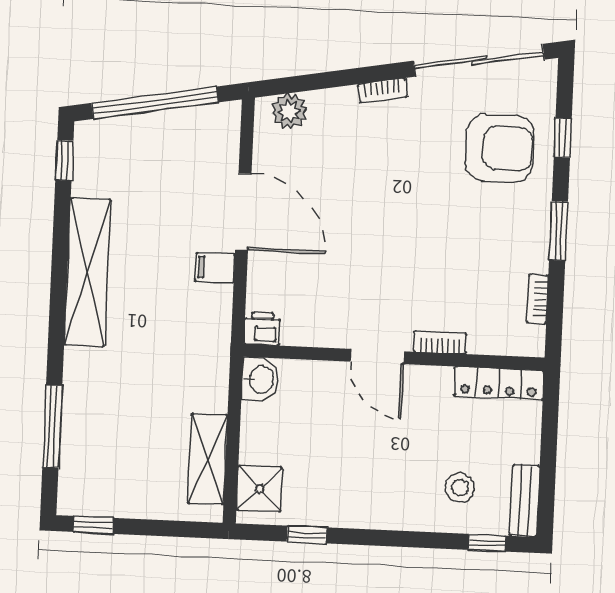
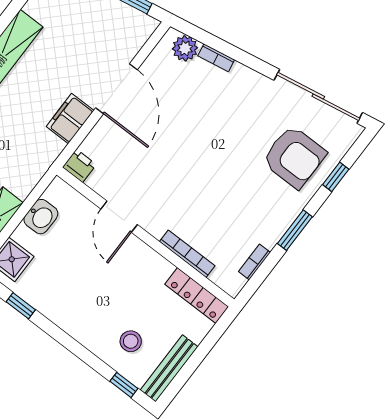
bookcase: (382, 91) -> (216, 58), moved
filing cabinet: (215, 268) -> (70, 119), width x2.00
bookcase: (440, 342) -> (187, 254), width x1.56
door: (377, 356) -> (119, 217), moved
washbasin: (260, 379) -> (41, 217), moved
bench: (525, 501) -> (169, 368), width x1.36

